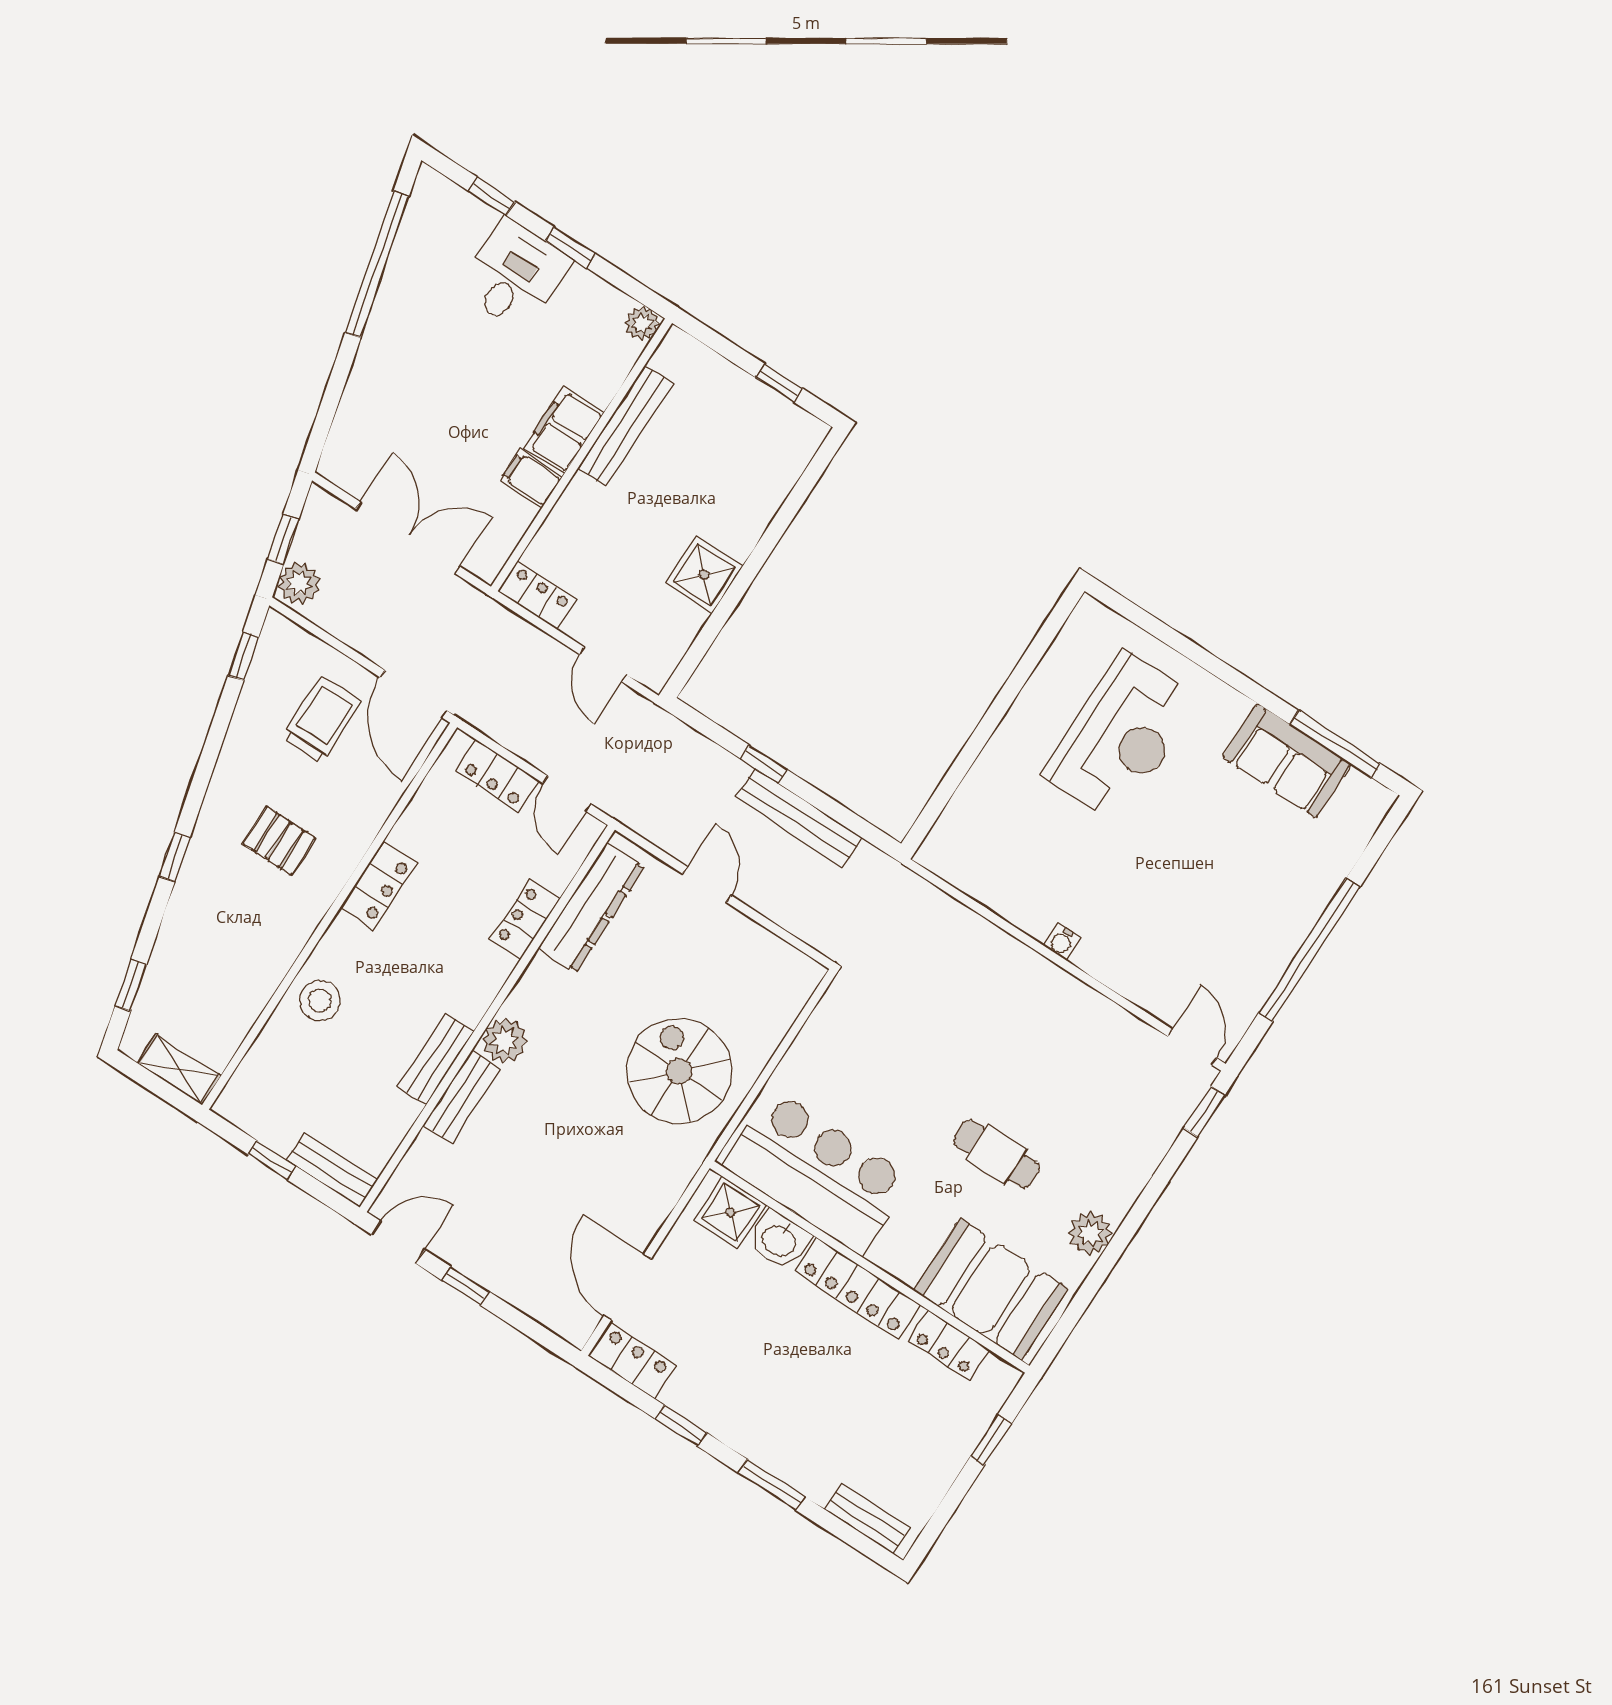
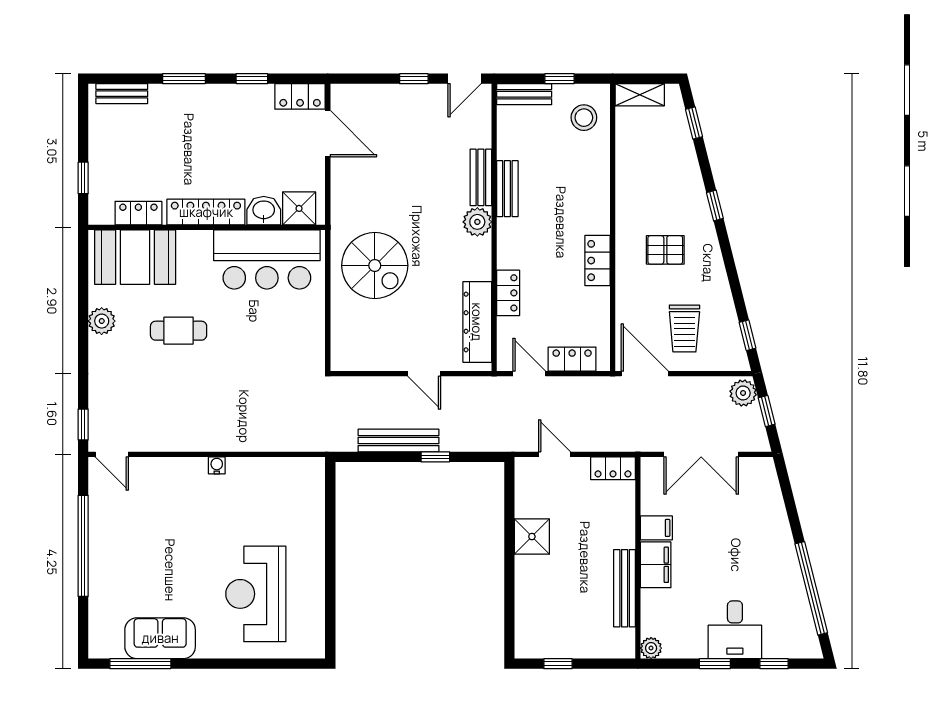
stool: (320, 1001) -> (584, 118), moved

